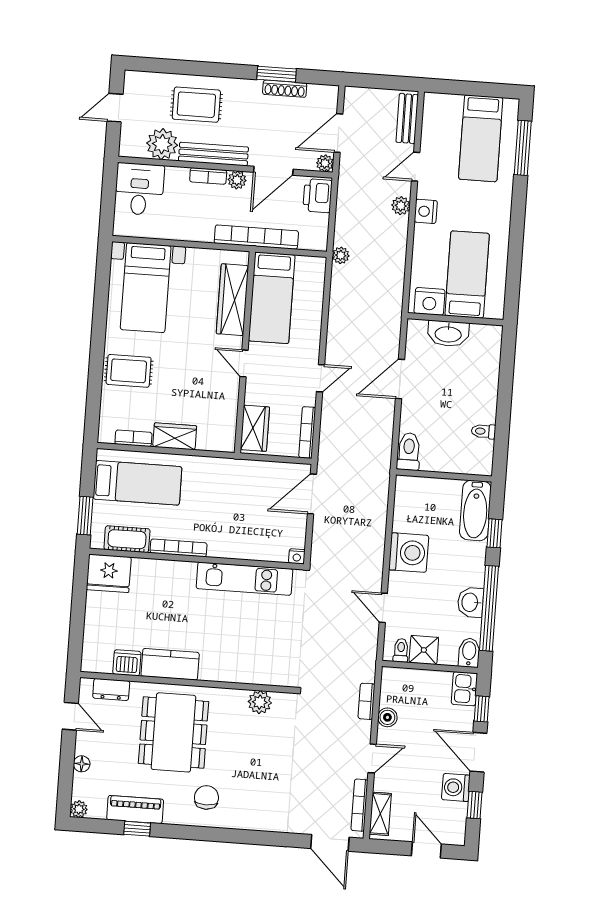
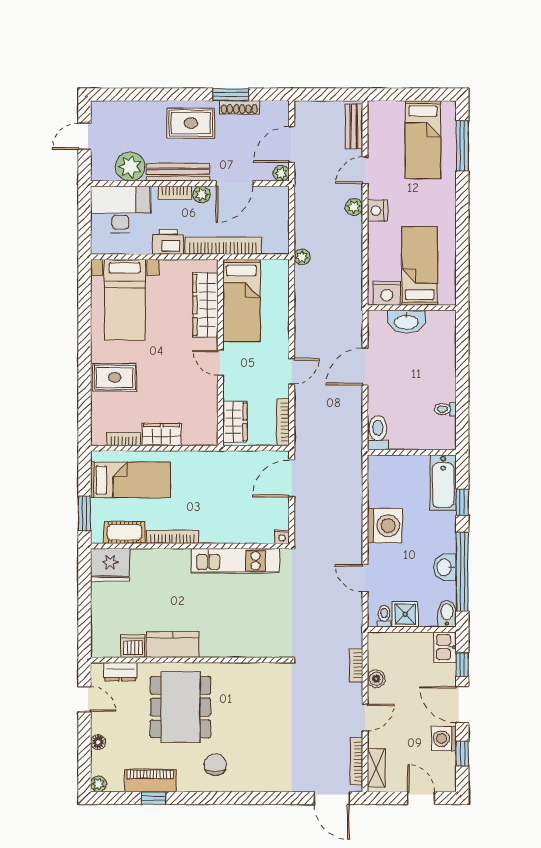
rug: (196, 105) -> (191, 123), moved
desk: (139, 189) -> (120, 210), width x1.37
printer: (318, 196) -> (168, 242), moved, turned 90
plant: (260, 702) -> (258, 673), removed

